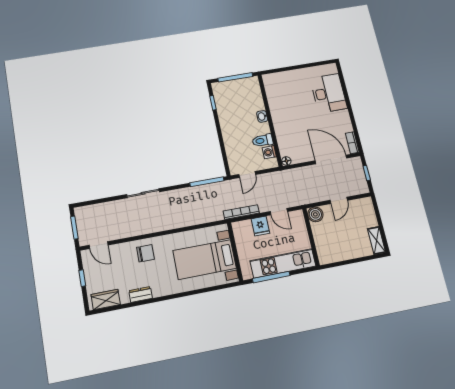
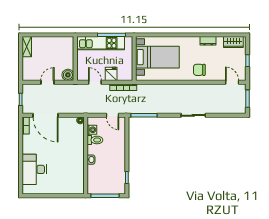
door: (247, 174) -> (113, 115), swing flipped

